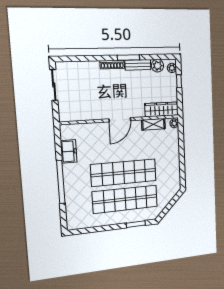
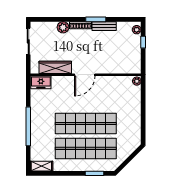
plant: (157, 66) -> (63, 27), moved
wardrobe: (162, 109) -> (55, 67), moved
shelving: (153, 124) -> (41, 166), moved
freezer: (69, 151) -> (41, 82), moved, turned 90

